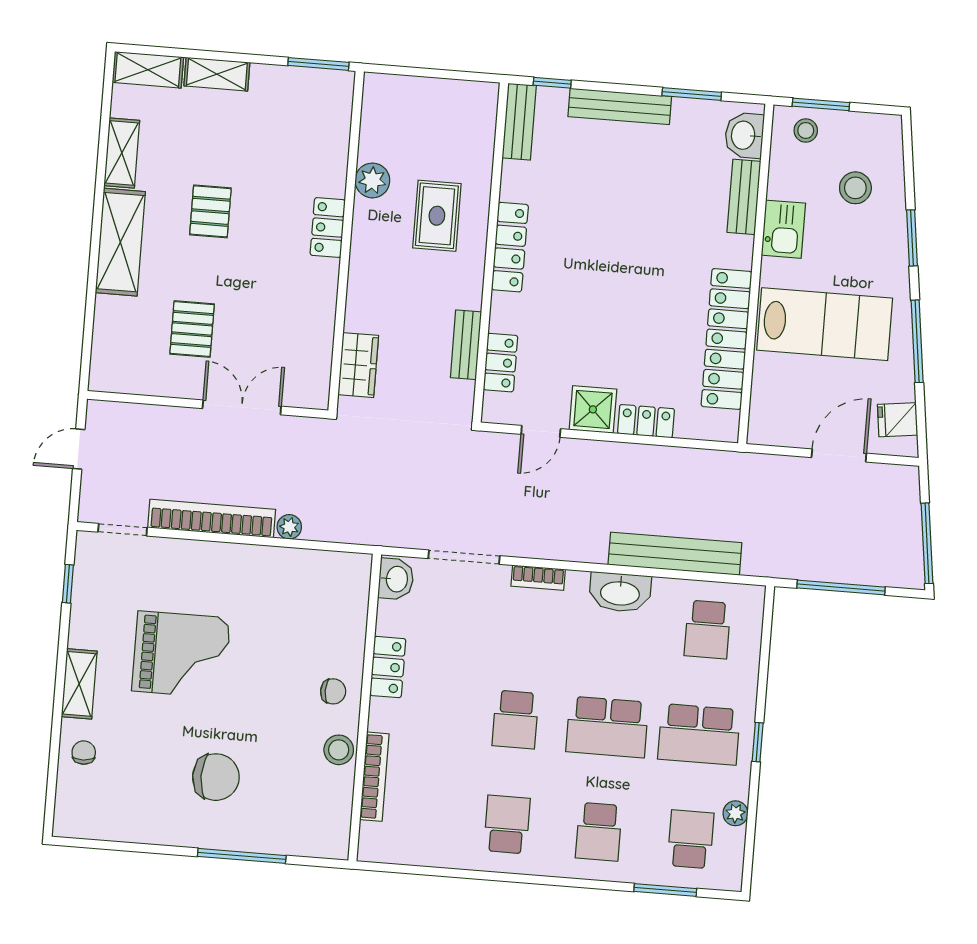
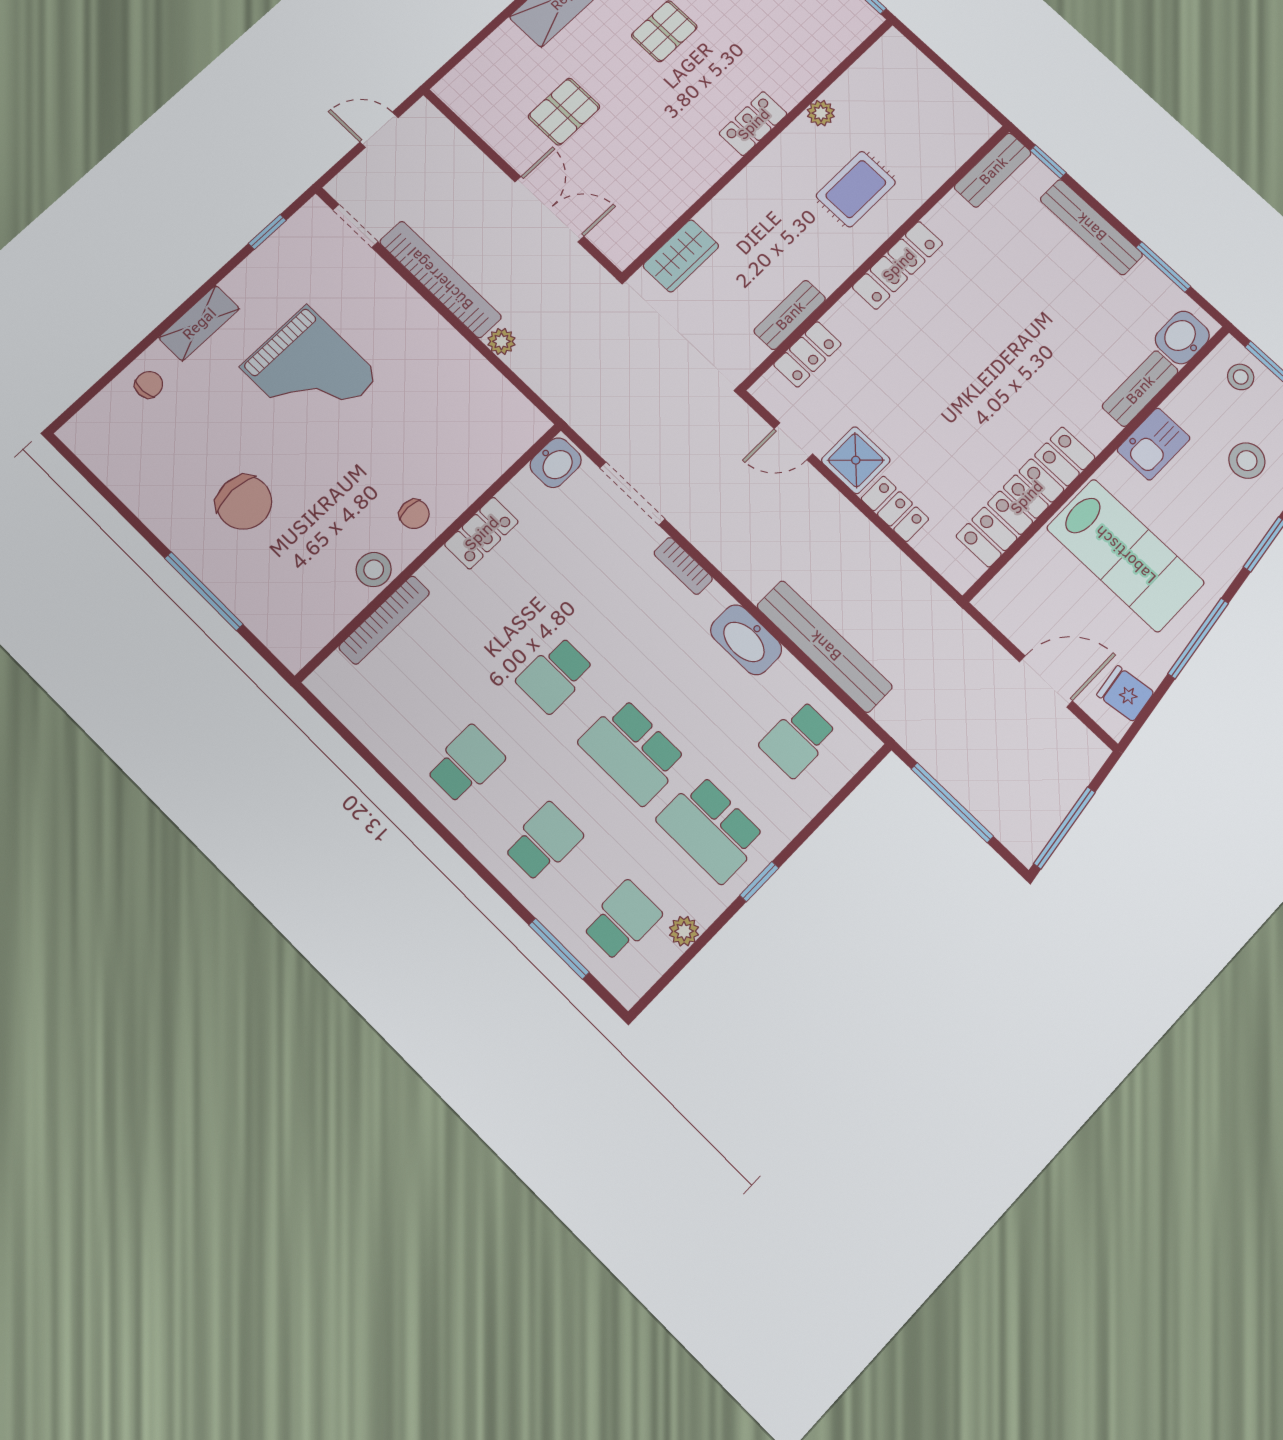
plant: (372, 180) -> (821, 113), width x0.73, depth x0.73
school desk: (599, 832) -> (544, 842), turned 180

